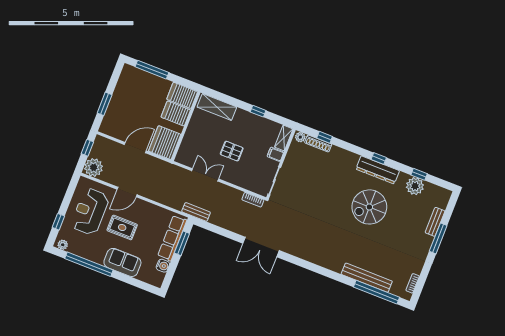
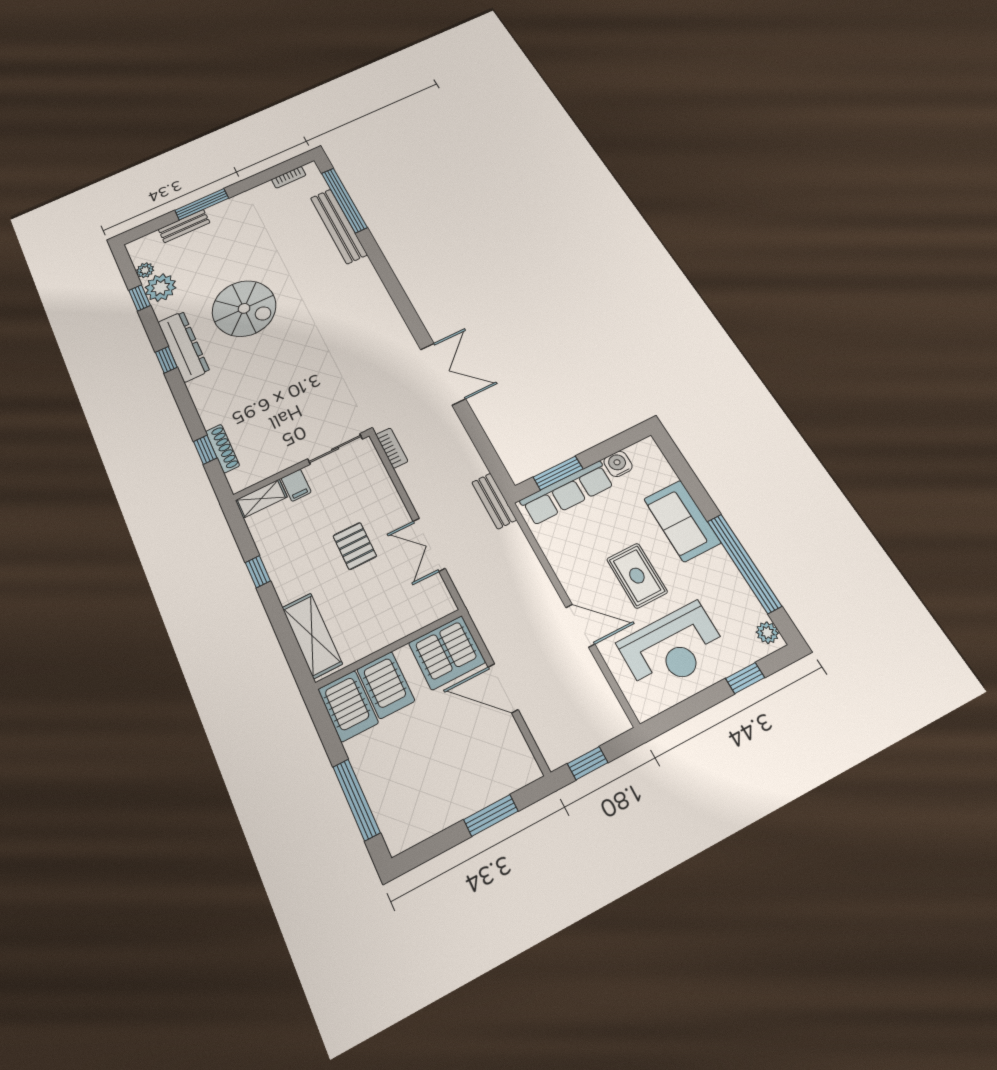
plant: (300, 137) -> (145, 270), moved
plant: (94, 167) -> (605, 718), removed

